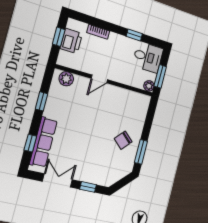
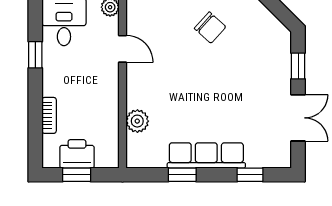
plant: (66, 79) -> (137, 121), moved
door: (99, 79) -> (123, 49), moved
row of seats: (43, 142) -> (206, 155), moved
double door: (57, 180) -> (298, 118), swing flipped

